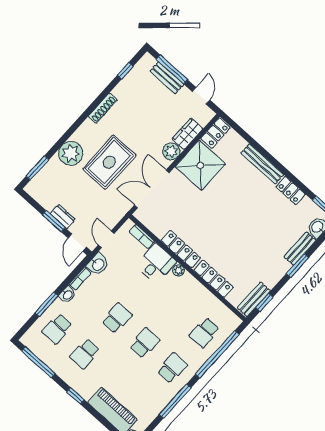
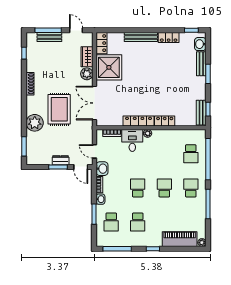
locker: (213, 279) -> (165, 121), width x0.66

